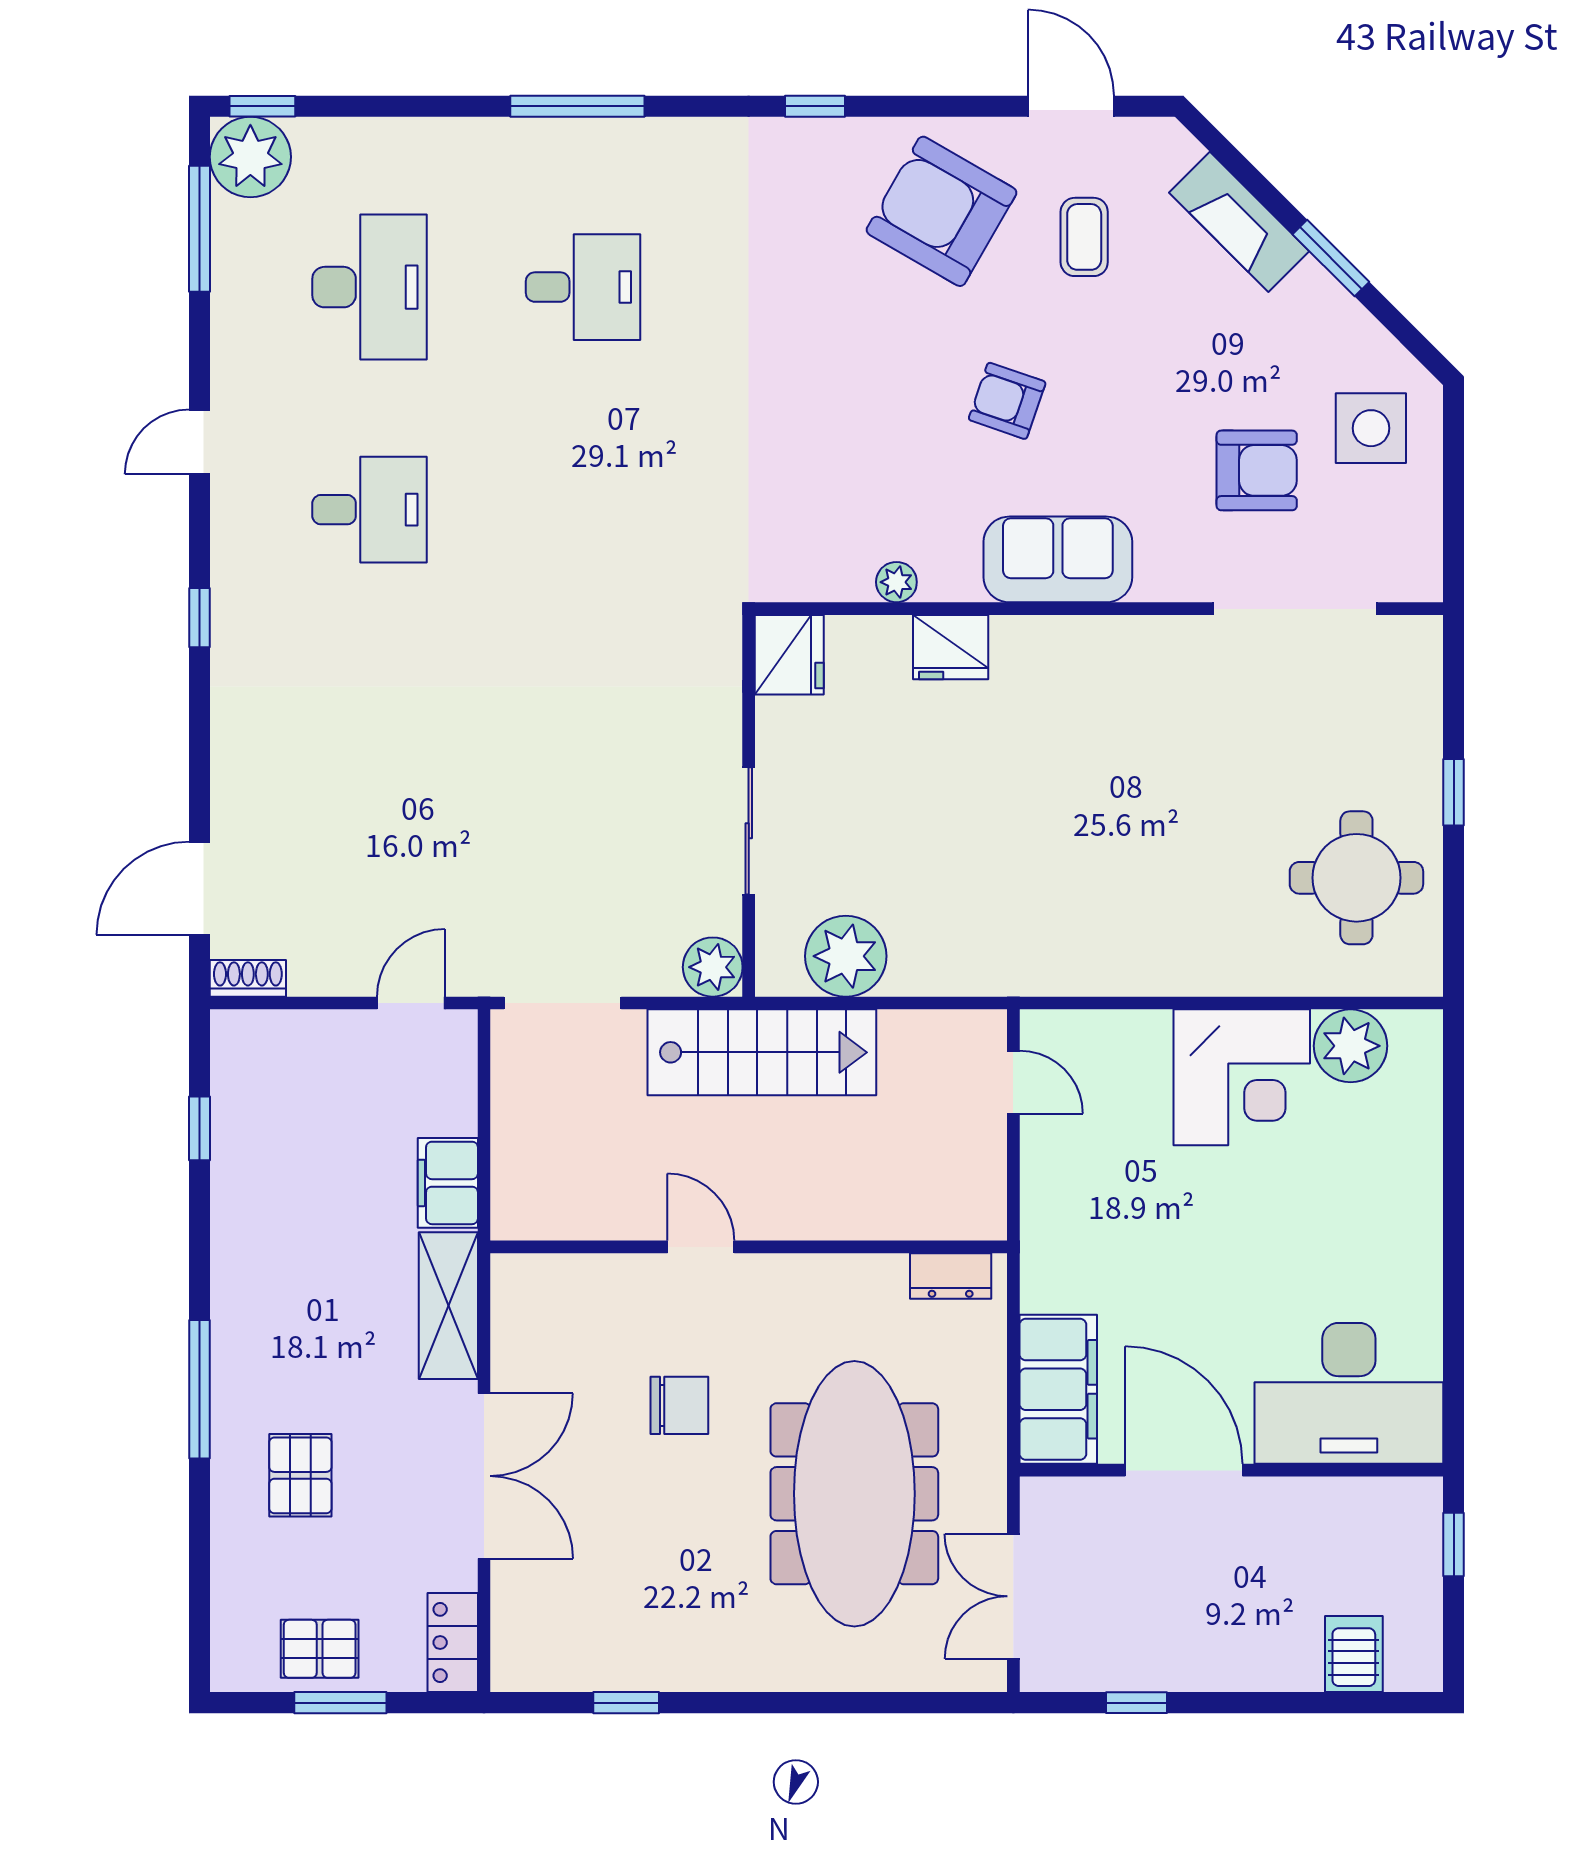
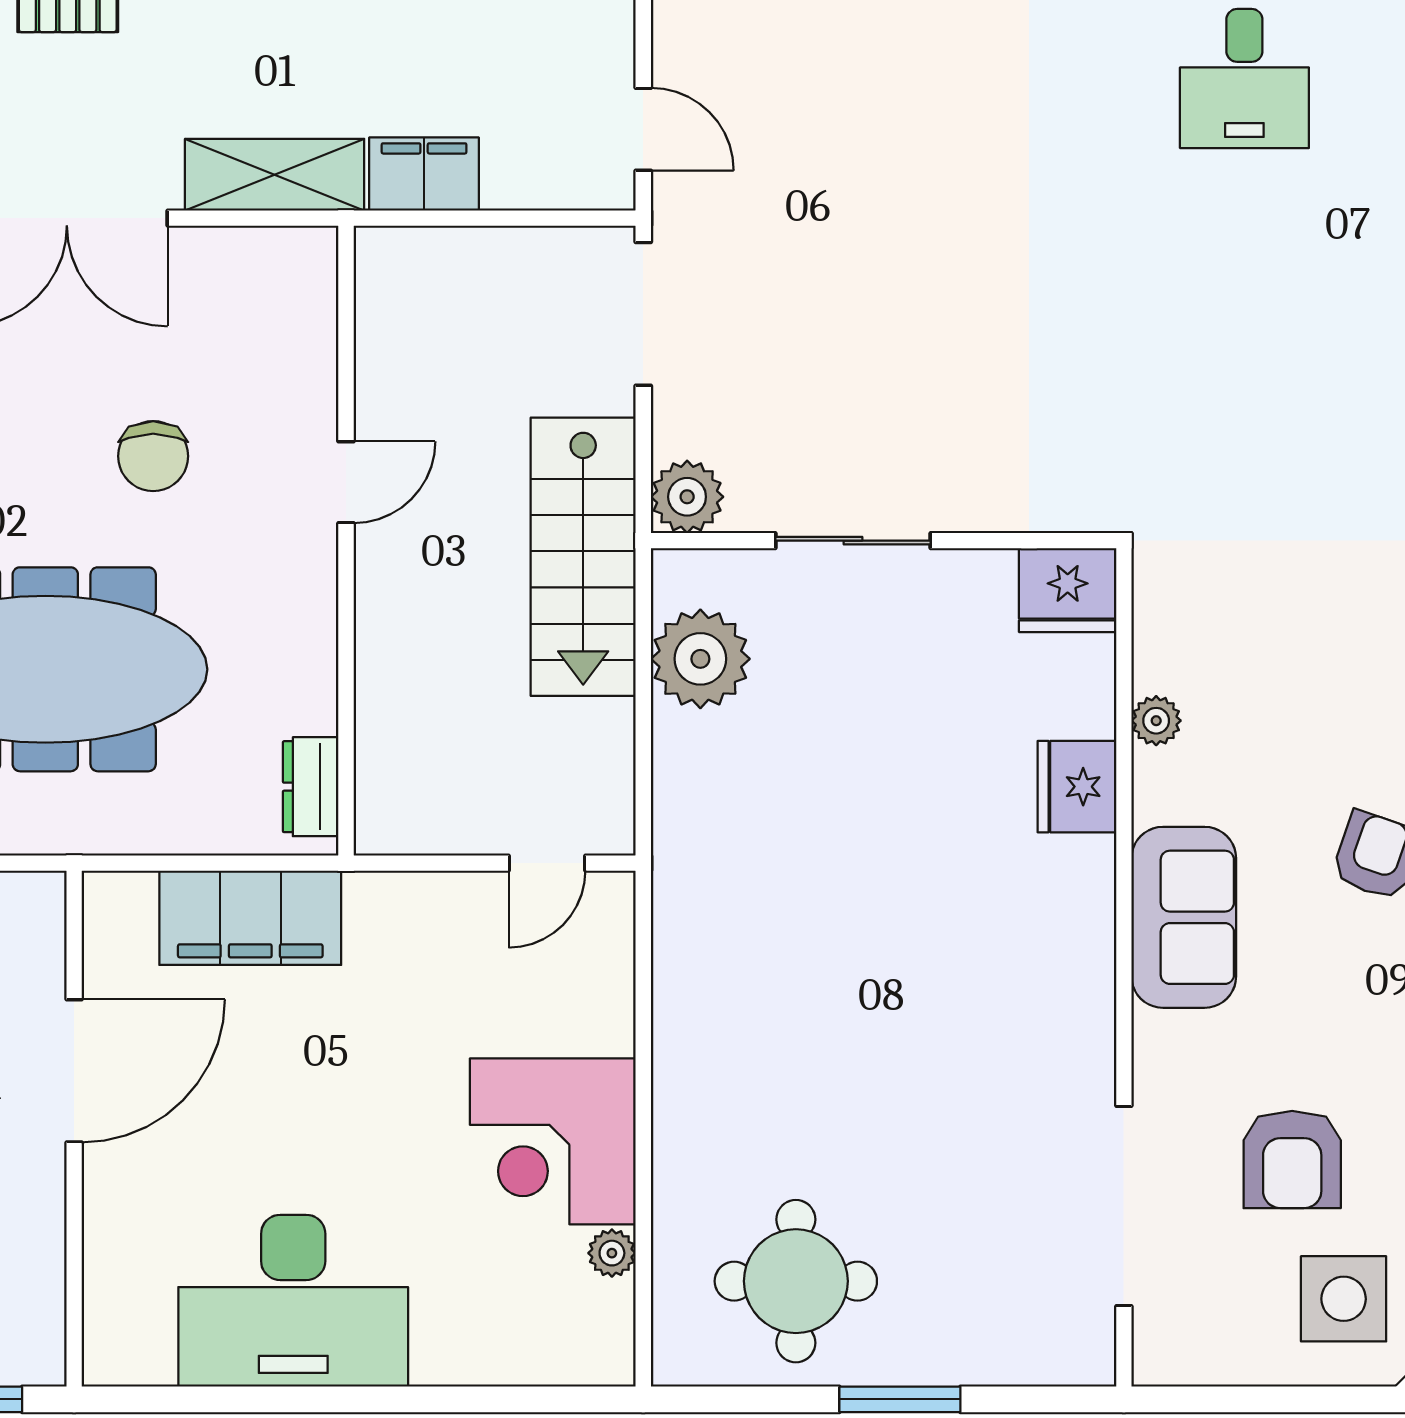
window: (1454, 792) -> (900, 1399), width x1.50
plant: (1351, 1046) -> (612, 1253), width x0.53, depth x0.53
filing cabinet: (1058, 1389) -> (250, 918), moved
desk: (1349, 1393) -> (293, 1301), moved, turned -90

